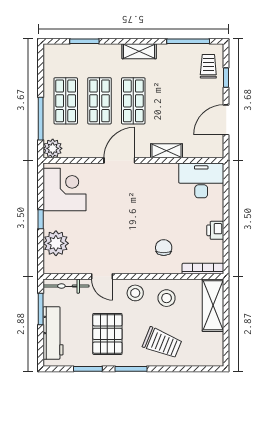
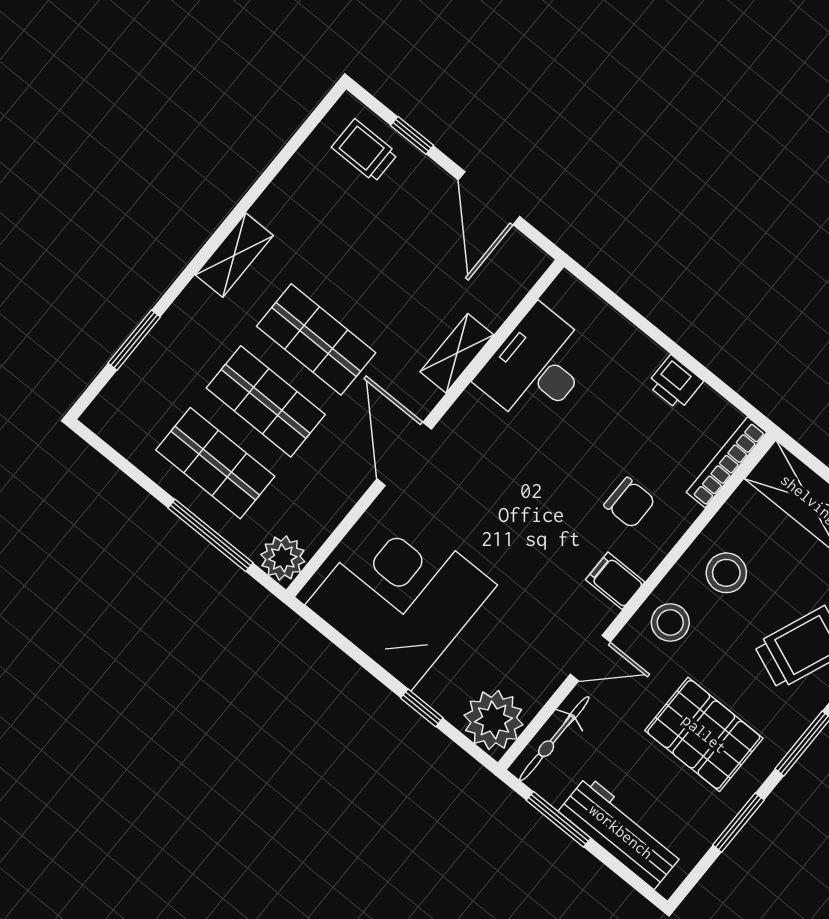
window: (188, 41) -> (289, 150), removed
desk: (201, 180) -> (536, 367), moved
corner desk: (64, 190) -> (401, 595), width x1.36, depth x1.36
window: (41, 219) -> (422, 708), moved
plant: (56, 243) -> (494, 720), moved
chair: (164, 248) -> (630, 503), turned 180
filing cabinet: (134, 264) -> (615, 581), added

